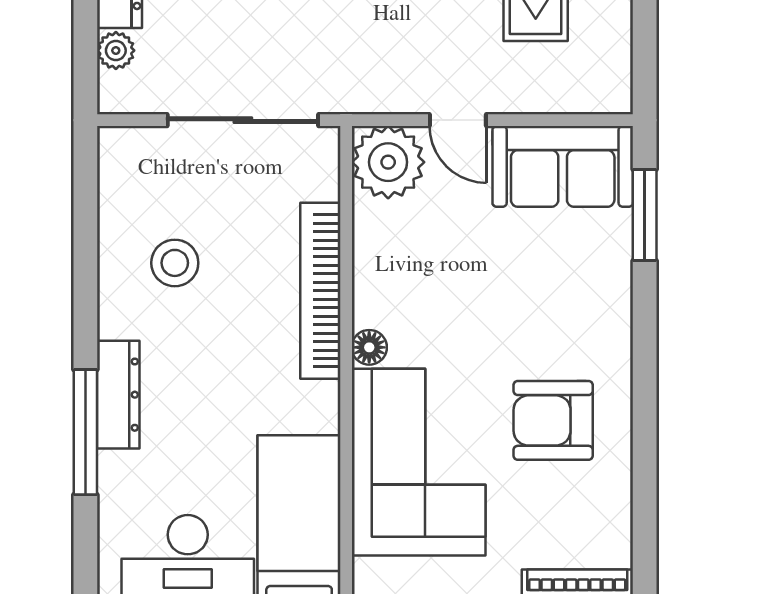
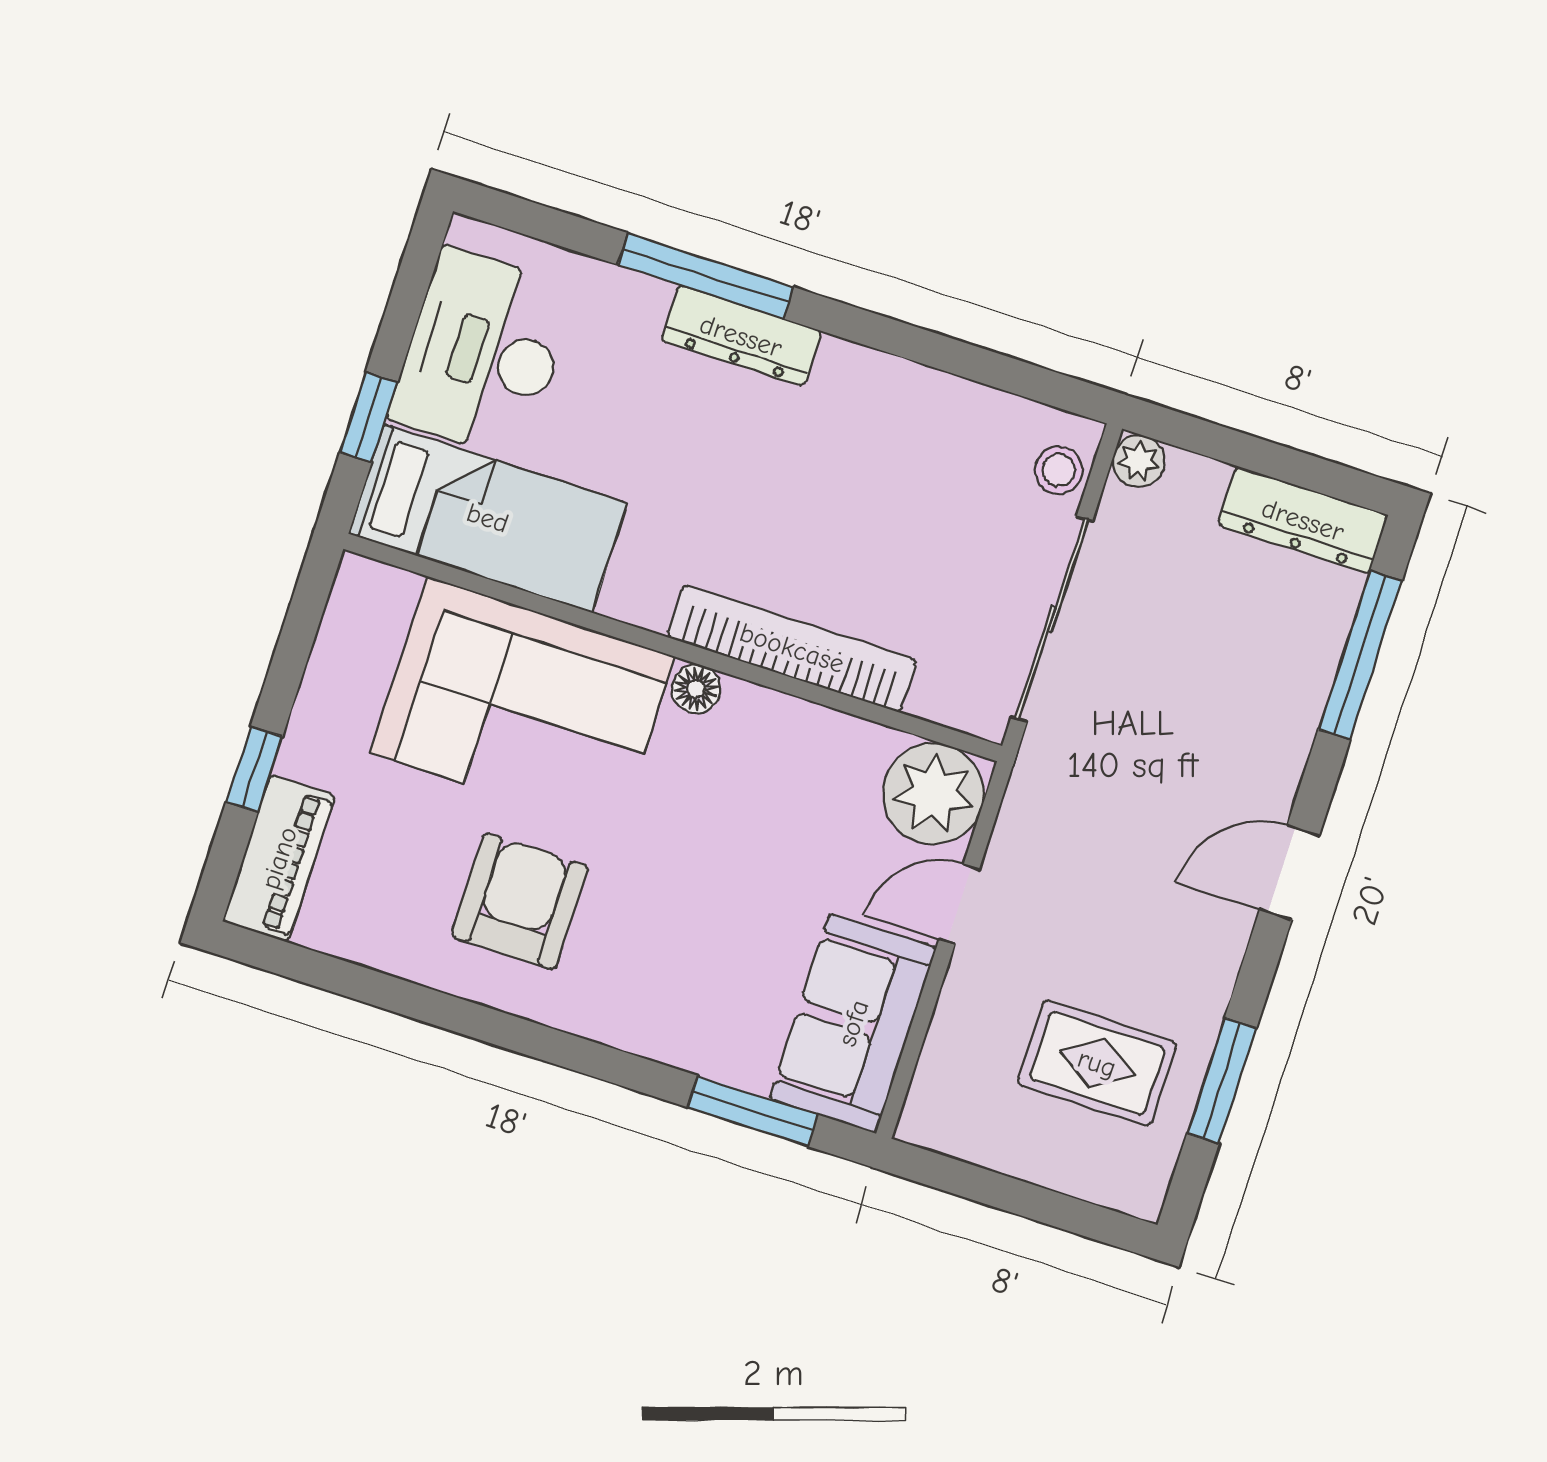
plant: (116, 51) -> (1139, 461), moved
stool: (175, 263) -> (1059, 470), moved, width x0.73, depth x0.73

